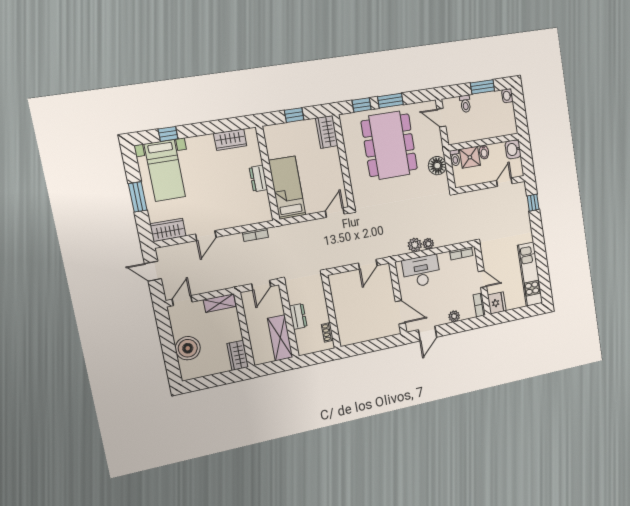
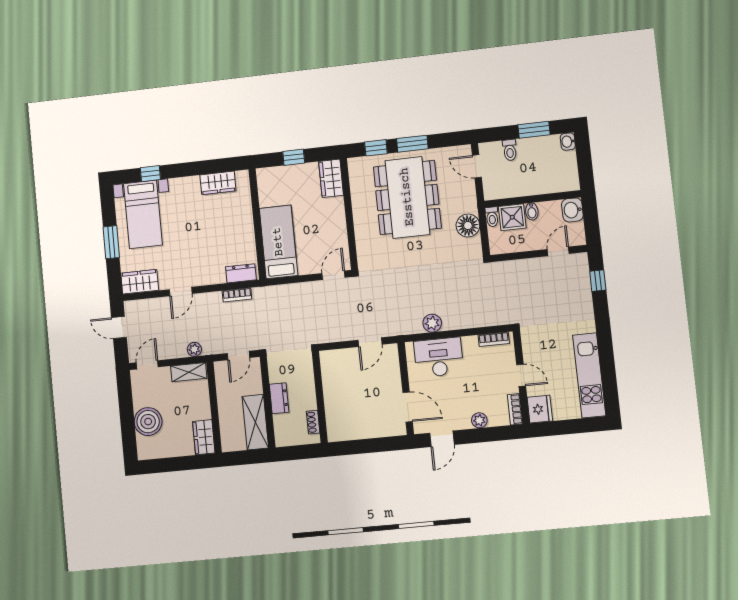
dresser: (258, 178) -> (241, 273), moved, turned 90
plant: (428, 244) -> (194, 349), moved

